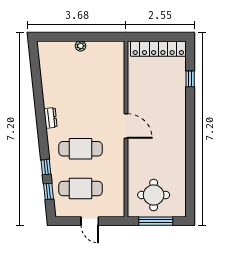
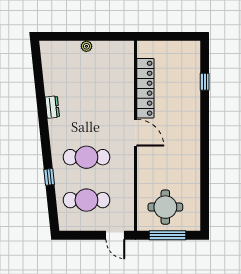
locker: (158, 49) -> (145, 88), moved, turned -90
dresser: (50, 118) -> (52, 107), moved
window: (48, 191) -> (52, 203), removed
door: (90, 221) -> (115, 235), moved

